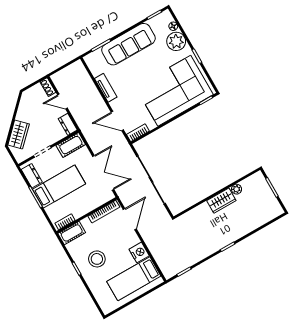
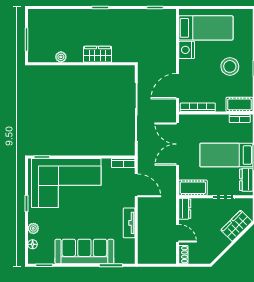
plant: (176, 41) -> (33, 228), width x0.53, depth x0.53
wardrobe: (221, 201) -> (98, 54), moved

